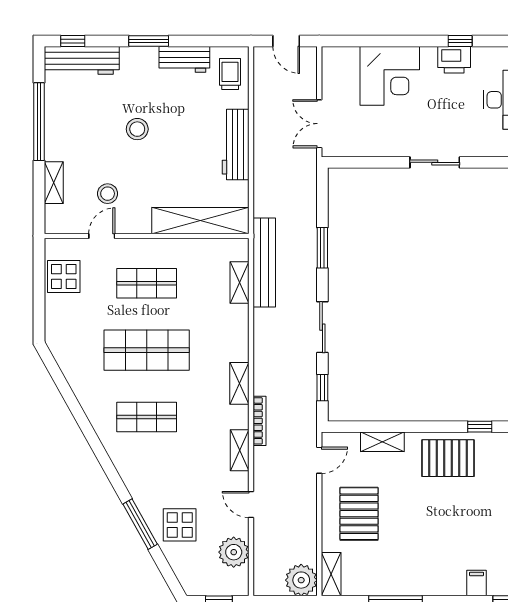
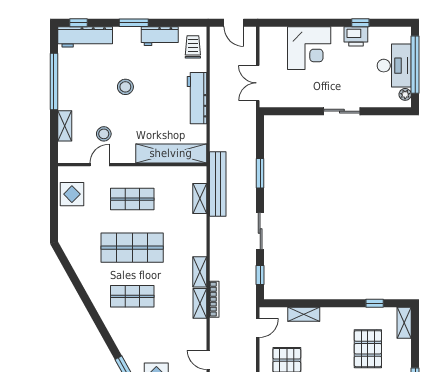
shelving: (240, 450) -> (200, 303), moved
pallet: (448, 458) -> (368, 349), moved, turned 90

